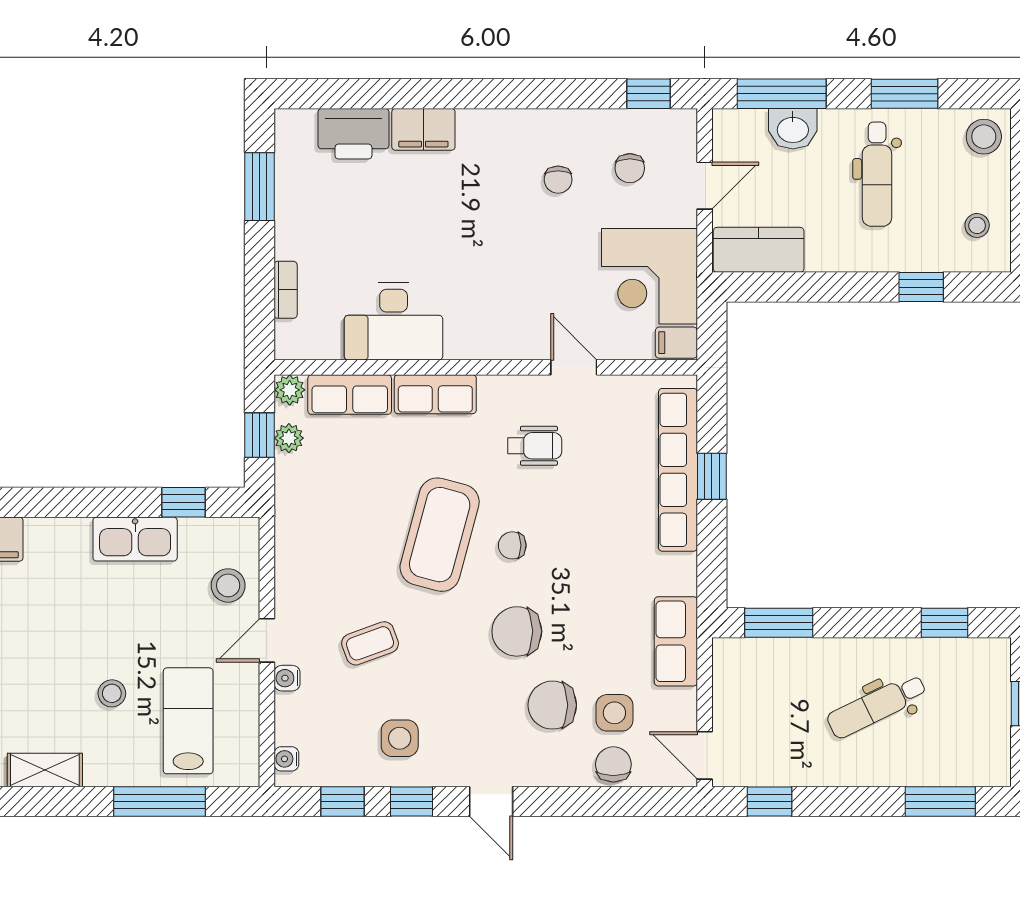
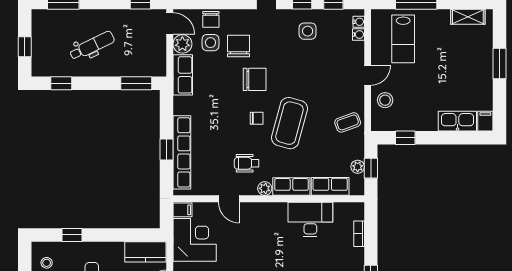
plant: (290, 390) -> (265, 188), moved
kitchen sink: (135, 539) -> (457, 121), moved
coffee table: (370, 643) -> (348, 122), moved
water cooler: (287, 678) -> (358, 34), moved
stool: (112, 693) -> (438, 51), removed
chair: (552, 705) -> (239, 46), turned -90
plant: (677, 710) -> (182, 44), added

